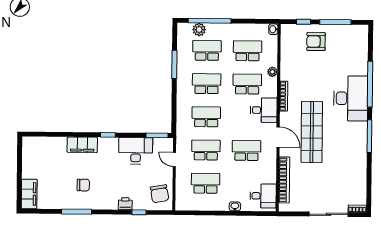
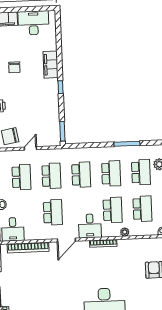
shop shelf: (312, 132) -> (73, 270), removed
desk: (136, 151) -> (33, 23), moved, turned -90
door: (174, 159) -> (30, 148), moved

